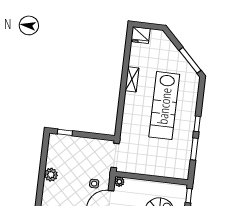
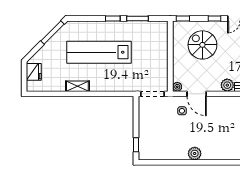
fridge: (141, 35) -> (34, 72), moved
lab bench: (164, 106) -> (99, 52), turned 180
plant: (51, 175) -> (195, 153), moved

